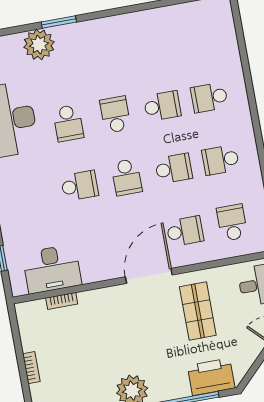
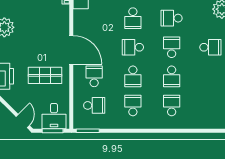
school desk: (104, 52) -> (210, 47), added
school desk: (115, 115) -> (172, 47), turned -90
school desk: (185, 231) -> (94, 76), turned 180

